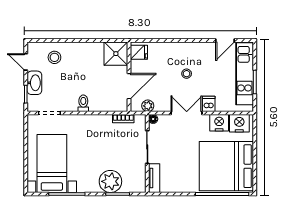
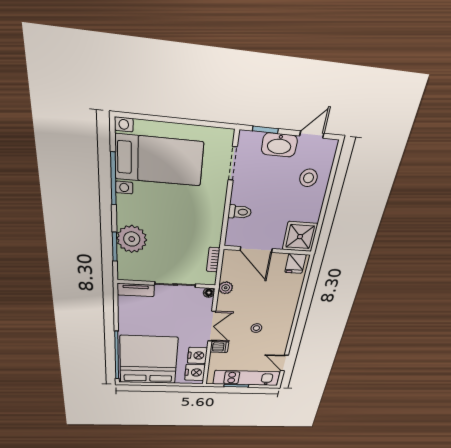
fridge: (139, 52) -> (295, 264), moved
shower: (116, 54) -> (300, 237), moved
wall: (129, 77) -> (268, 250), moved
door: (129, 86) -> (256, 250), moved

